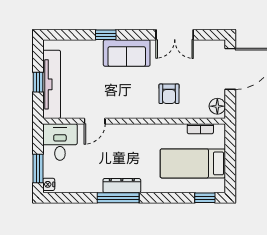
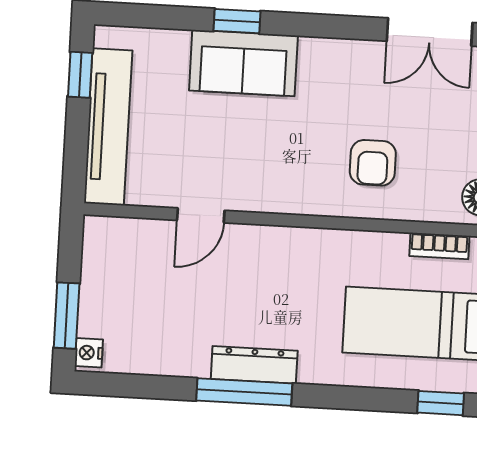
double door: (175, 35) -> (430, 32), moved
sofa: (127, 53) -> (243, 63), moved
window: (38, 82) -> (80, 75), moved
desk: (60, 142) -> (120, 258), removed

